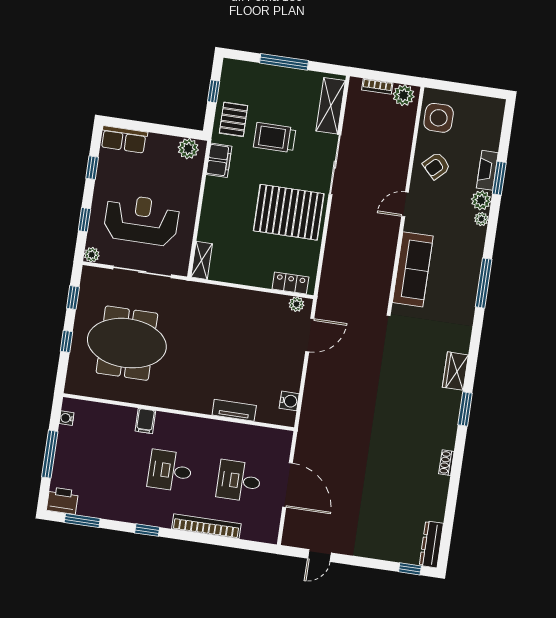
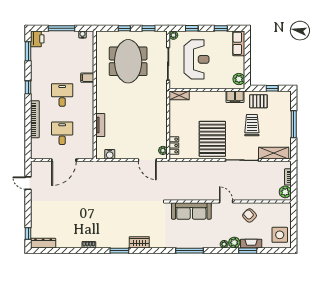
side table: (439, 118) -> (280, 235), moved

